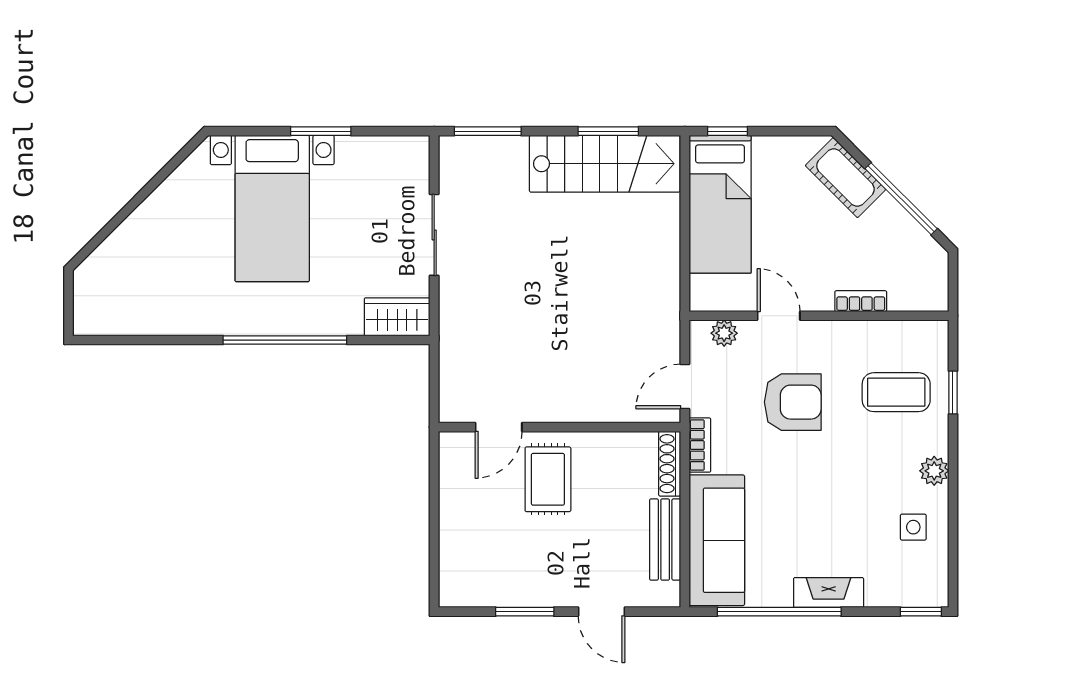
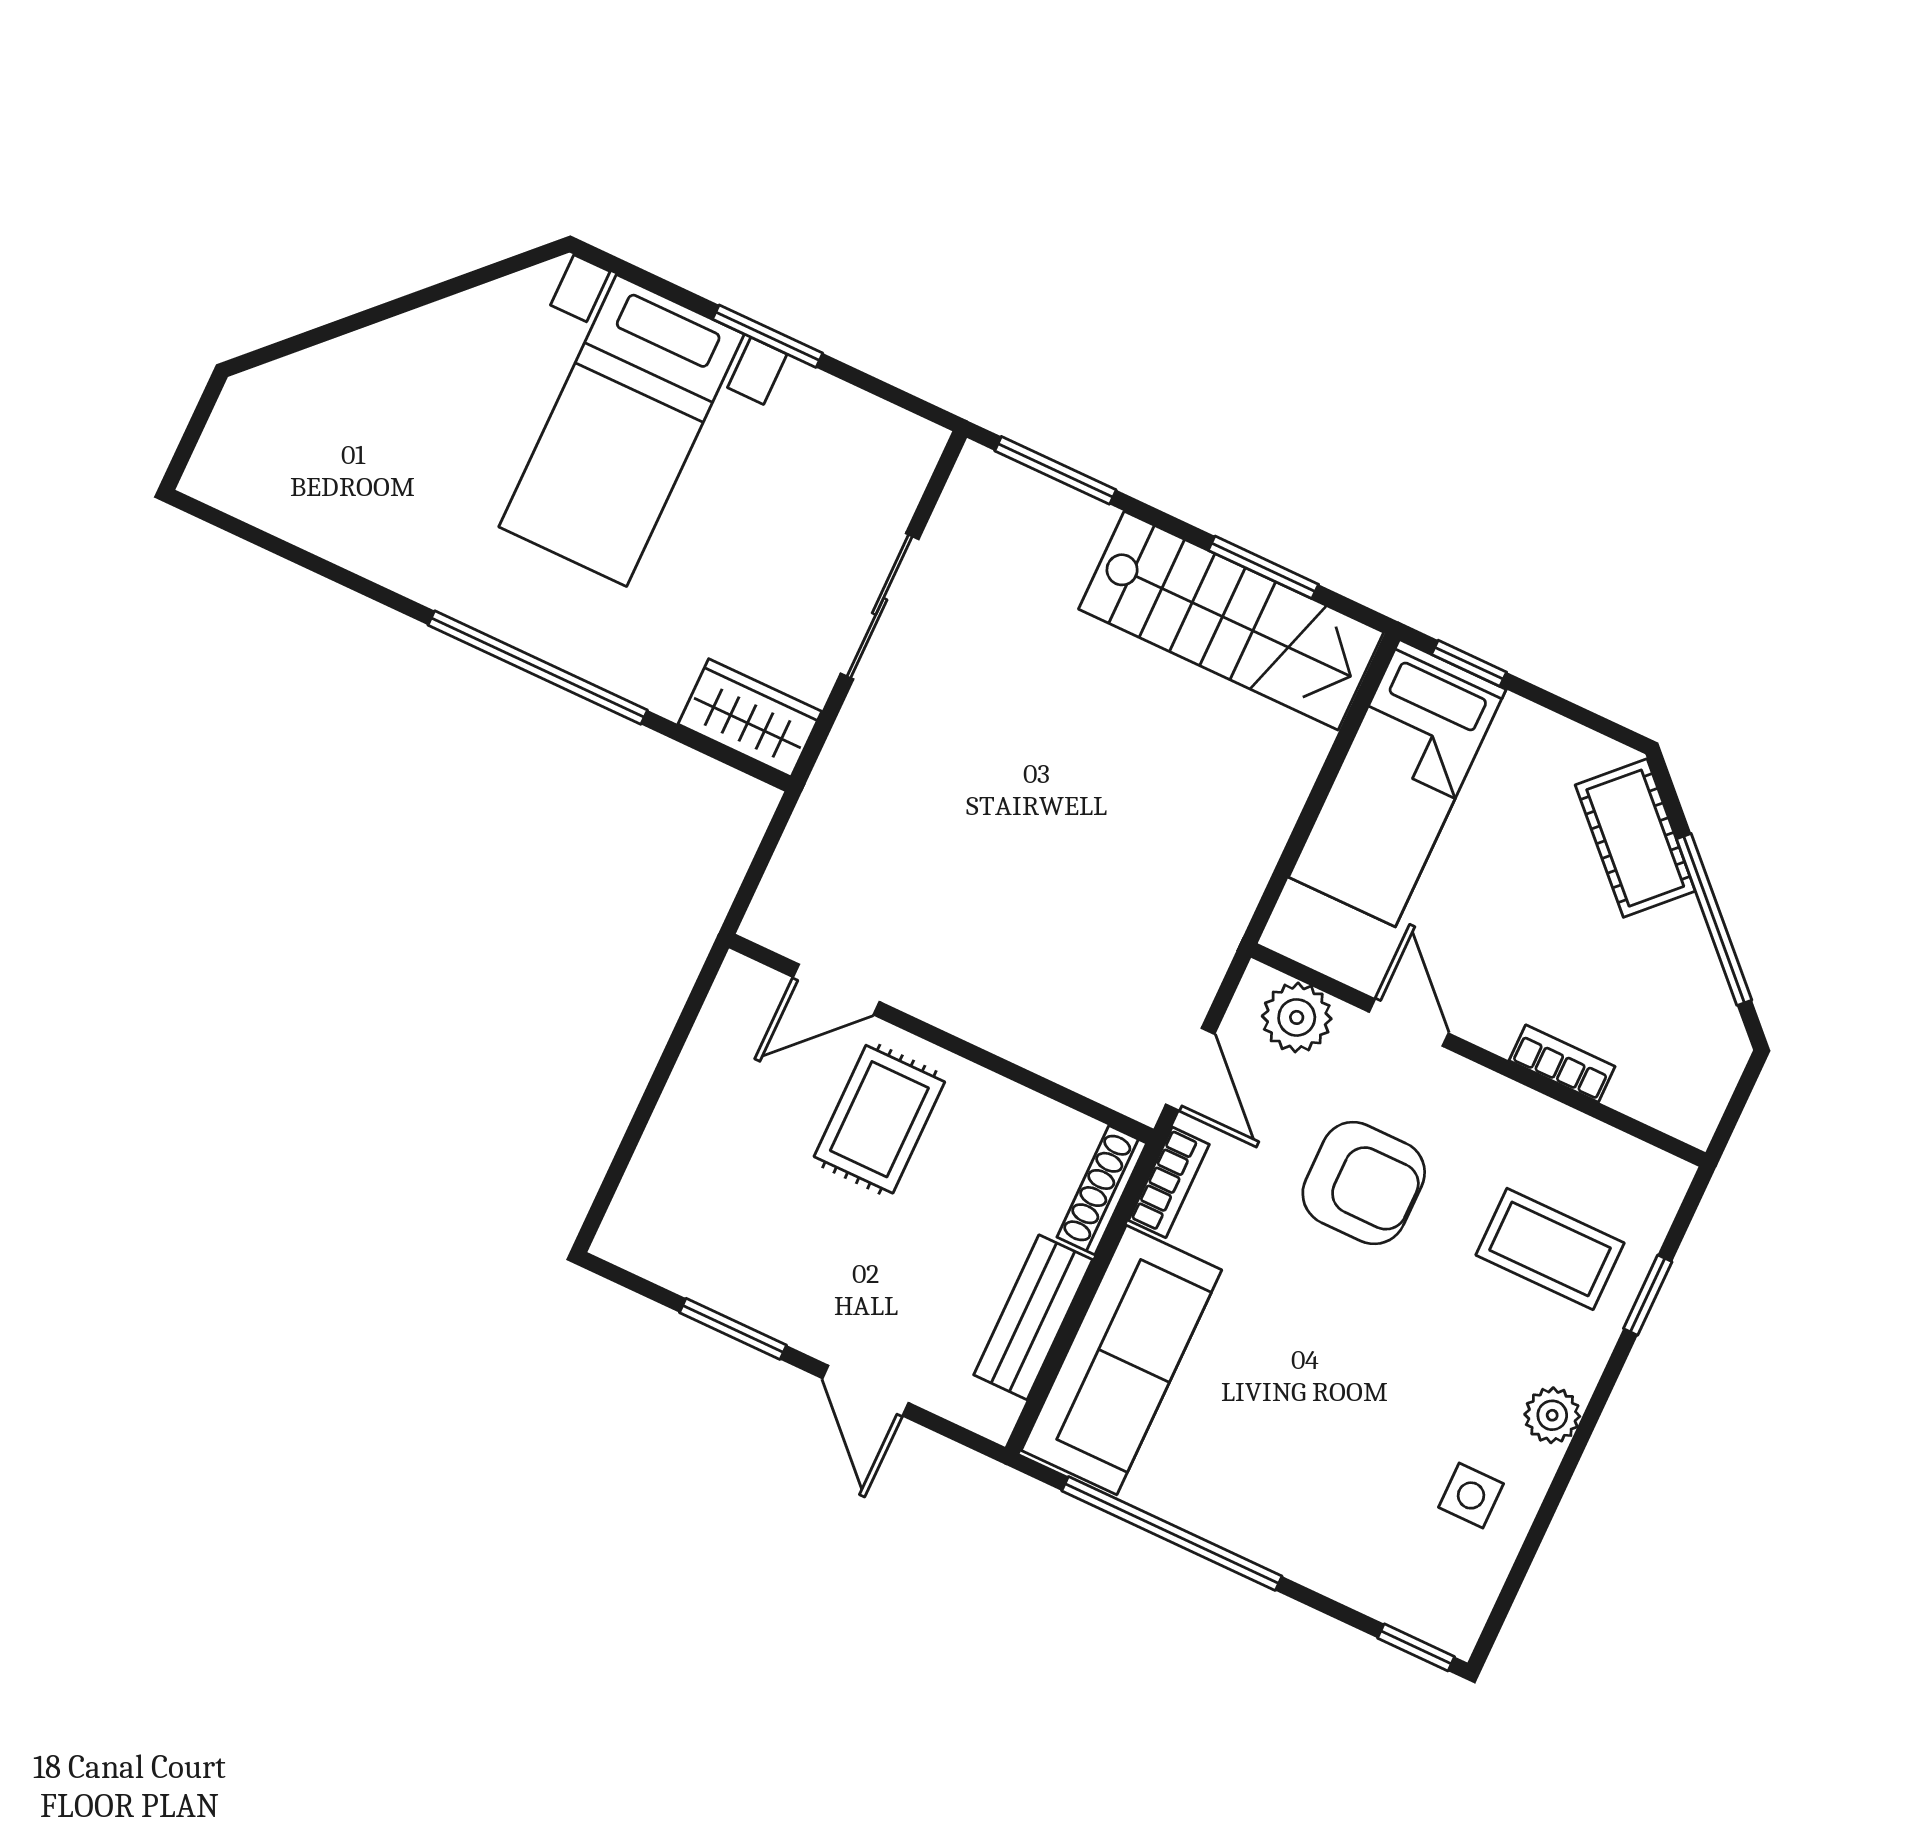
plant: (724, 333) -> (1297, 1017), width x1.38, depth x1.38
door: (685, 386) -> (1190, 1069), swing flipped
fireplace: (829, 593) -> (1272, 1540), removed

